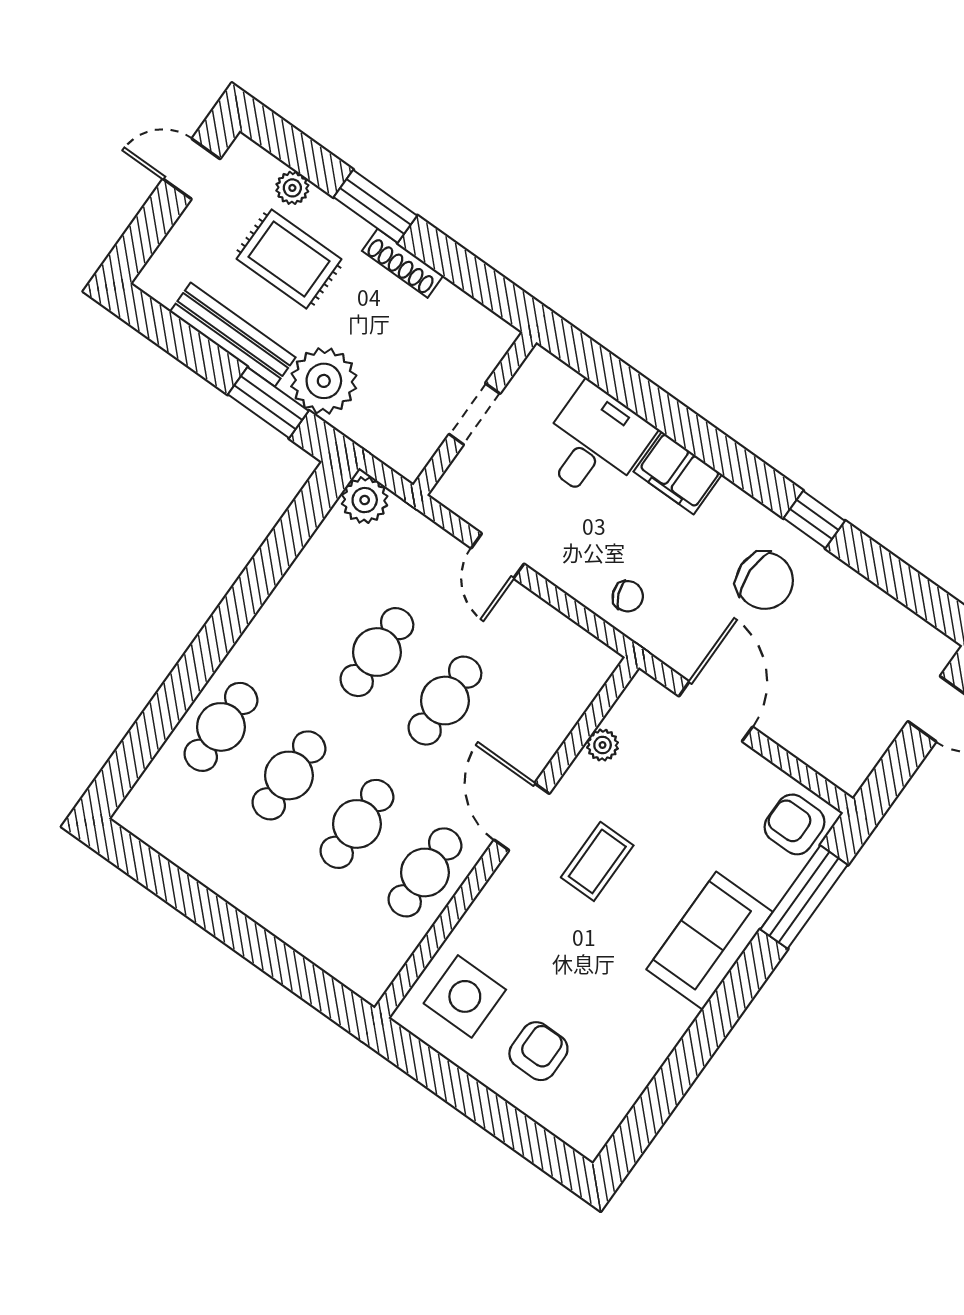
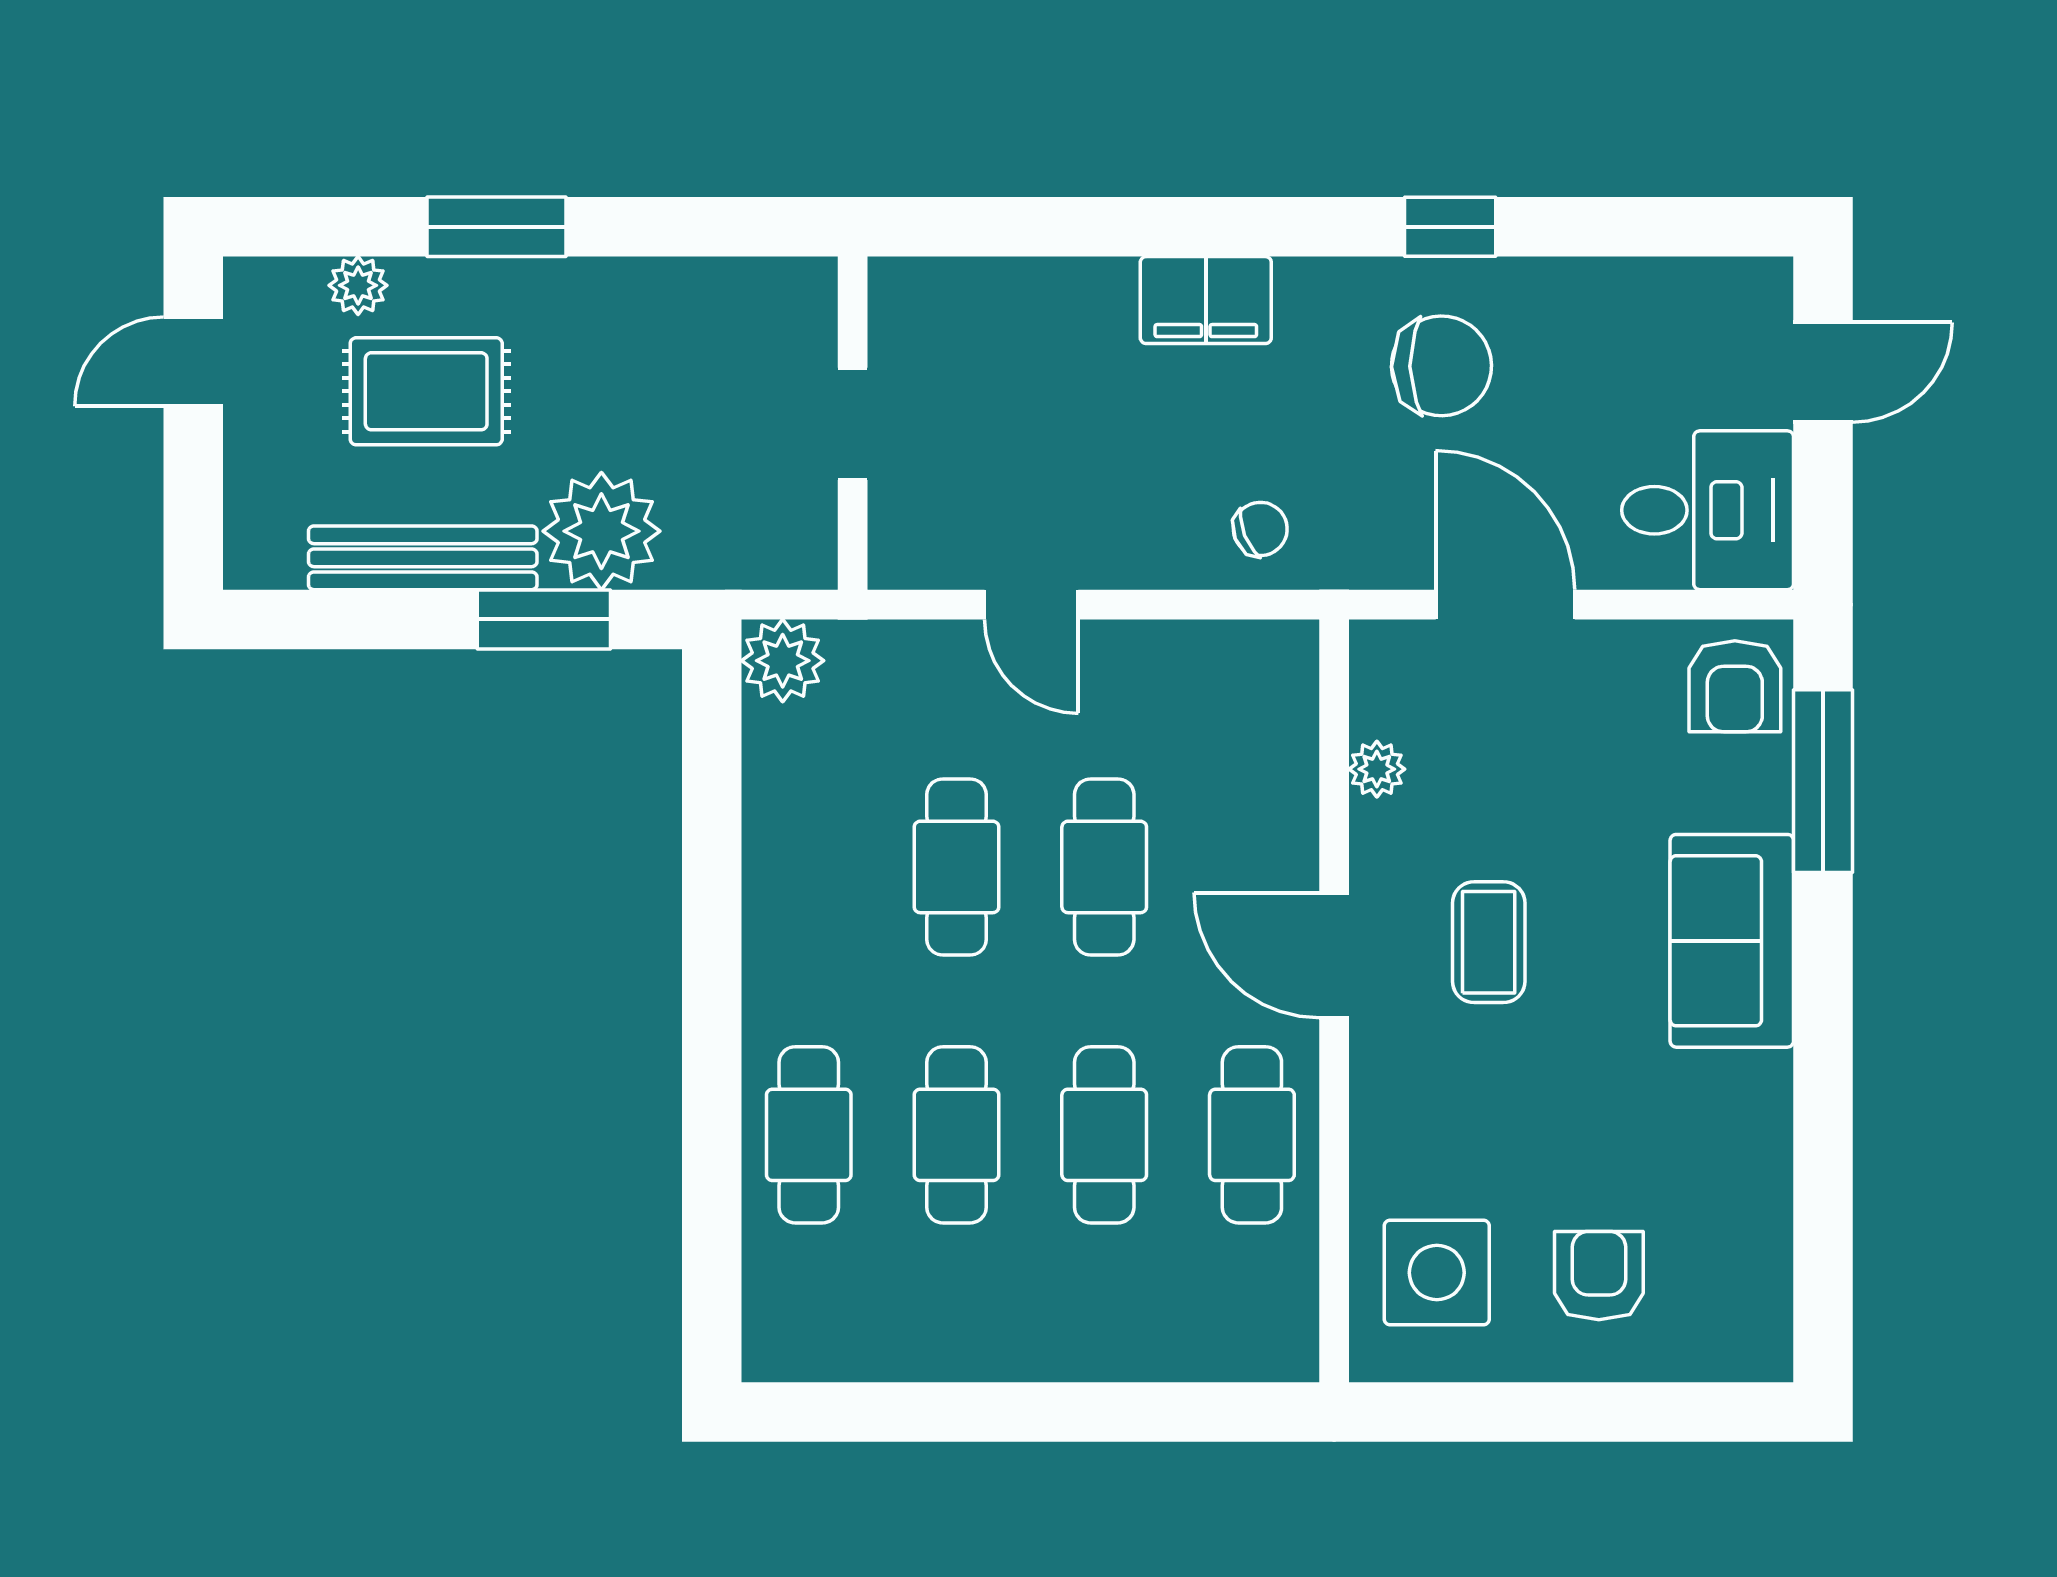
shoe rack: (403, 263) -> (594, 281), removed
desk: (594, 443) -> (1708, 510), moved, turned 90
armchair: (795, 824) -> (1735, 686), turned -90

